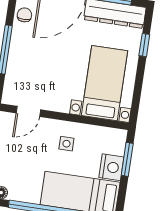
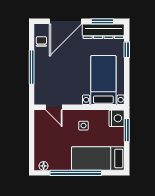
door: (28, 111) -> (54, 107), hinge flipped
nightstand: (111, 167) -> (117, 118), moved

